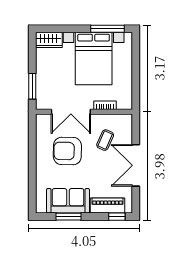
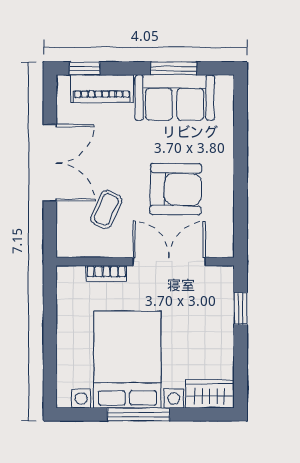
window: (107, 29) -> (139, 414), moved
window: (32, 86) -> (241, 309), width x0.67

